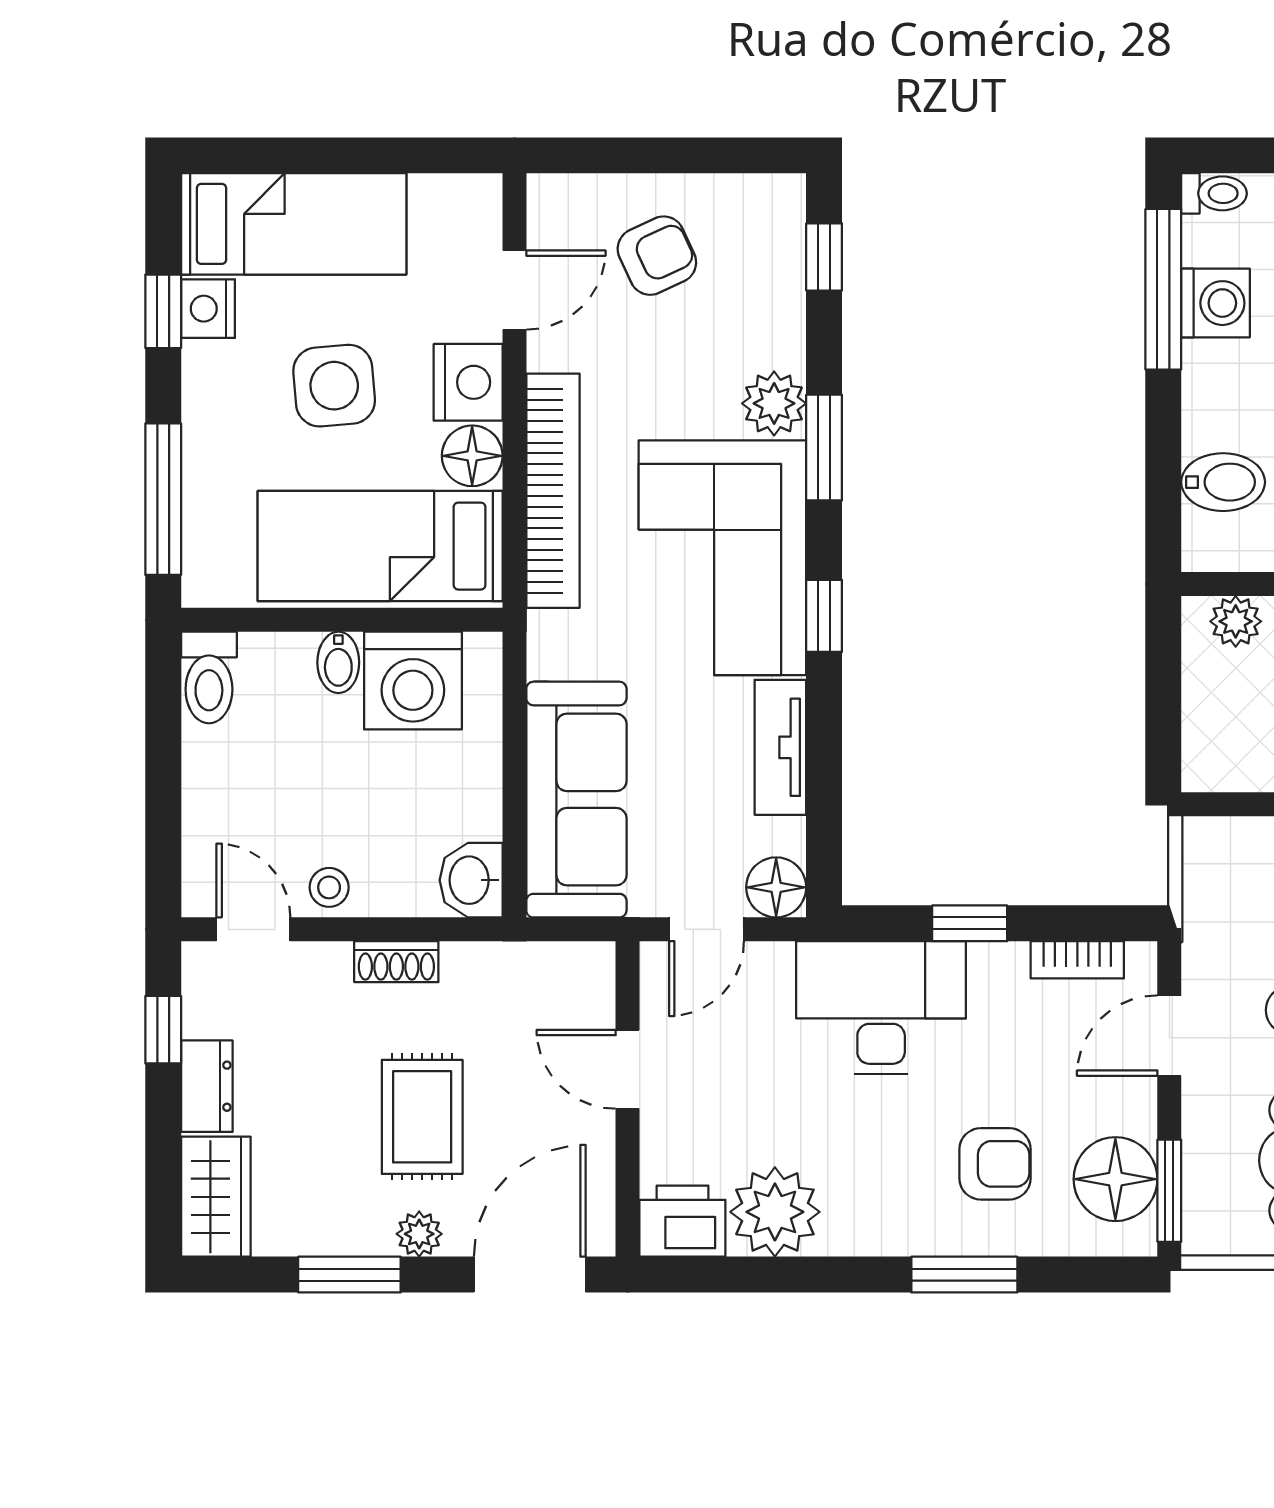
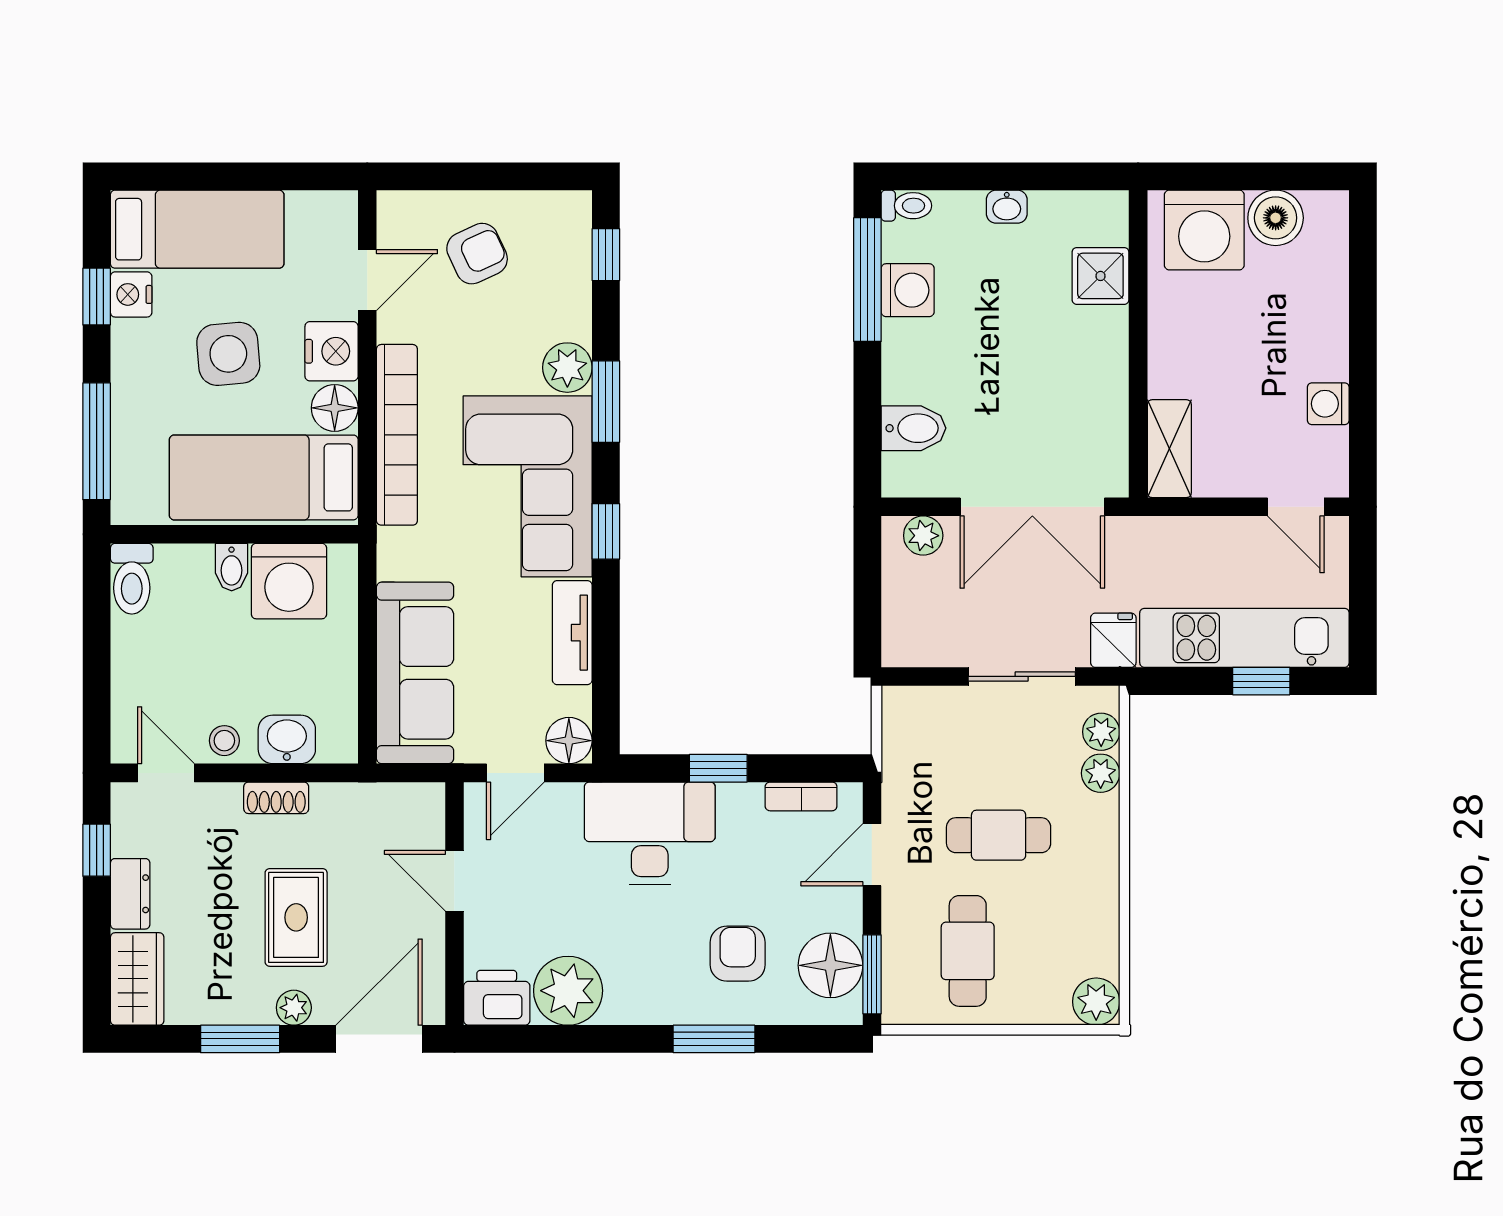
washbasin: (471, 880) -> (287, 739), moved, turned 90
armchair: (995, 1164) -> (738, 954), turned -90

